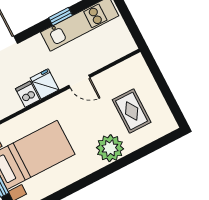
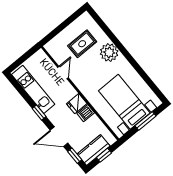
window: (61, 17) -> (39, 112), moved
door: (79, 81) -> (63, 73), moved

